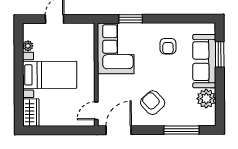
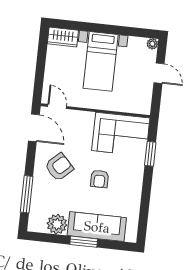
plant: (28, 46) -> (152, 44), moved
armchair: (168, 46) -> (99, 179), moved, turned -90
window: (220, 54) -> (84, 242), moved

